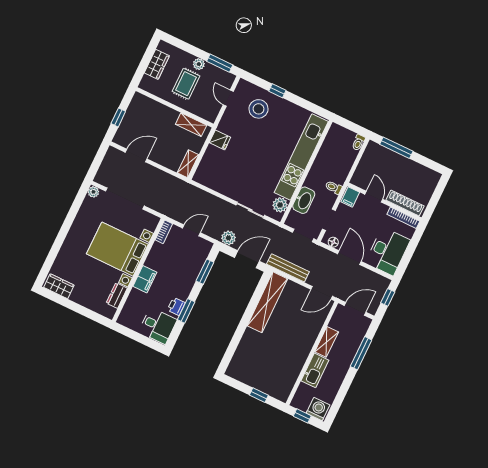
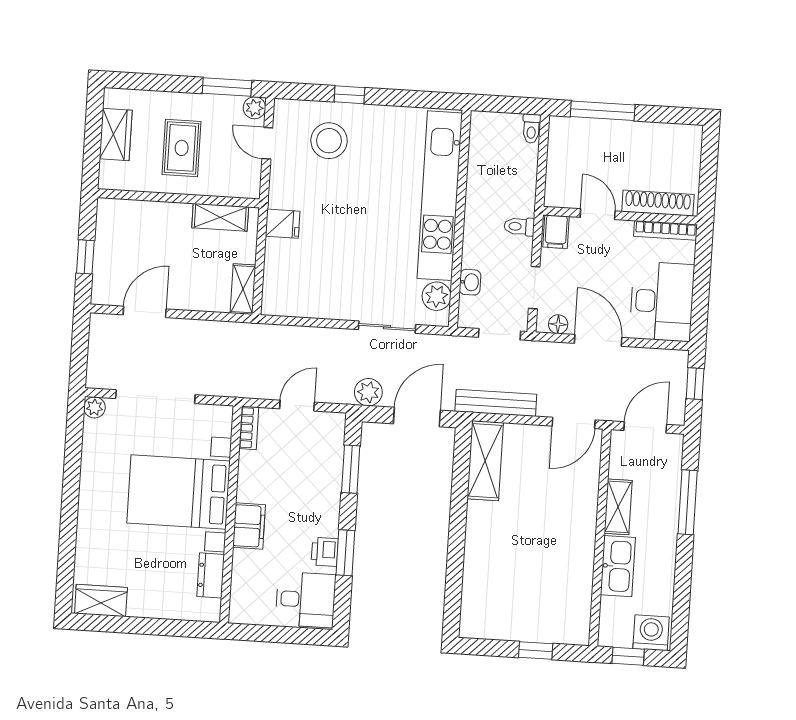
plant: (199, 64) -> (254, 108), moved
washbasin: (304, 200) -> (470, 282), width x0.52, depth x0.69
shelving: (267, 302) -> (485, 461), width x0.68

